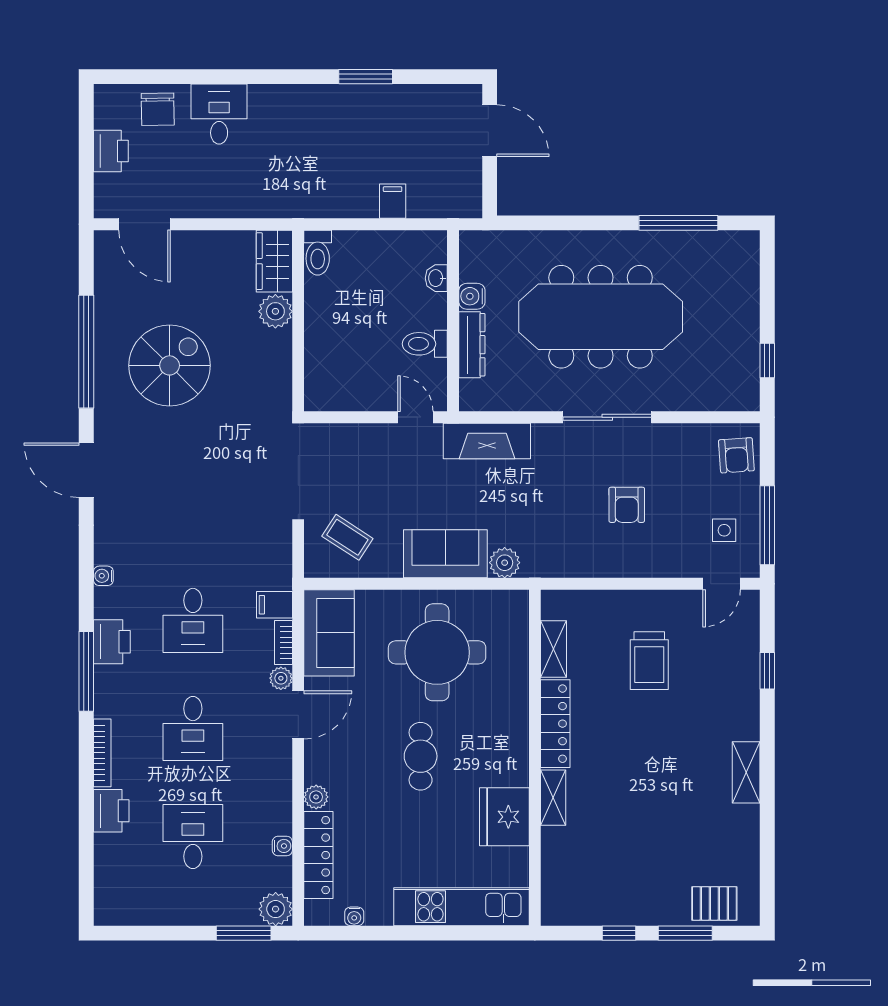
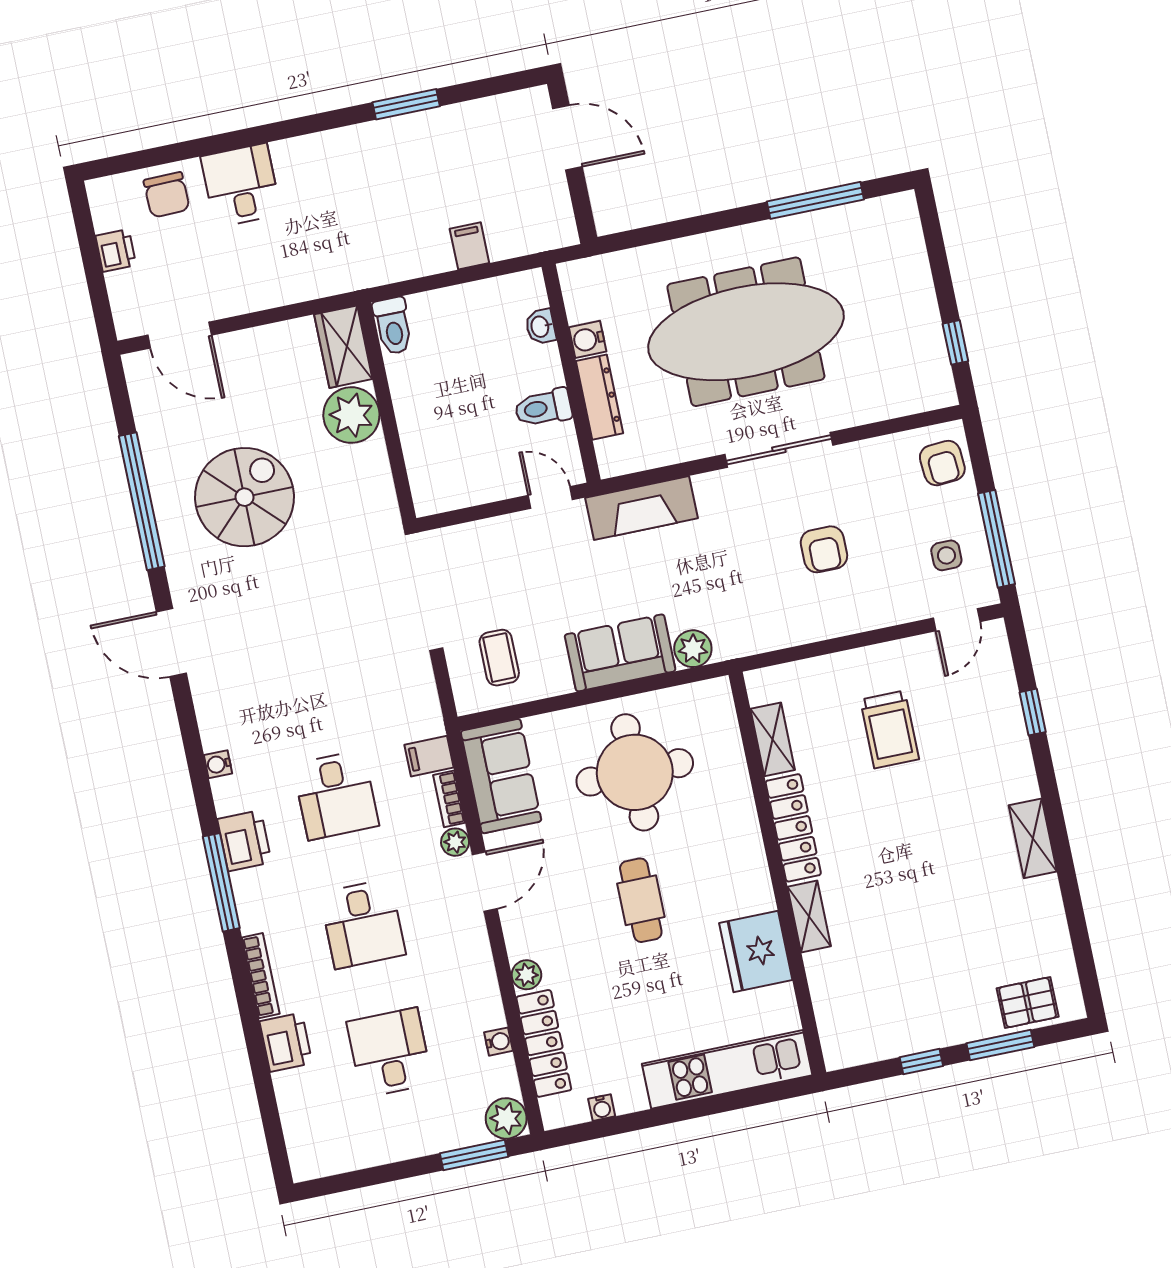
printer: (111, 151) -> (116, 250), width x0.73, depth x0.81
plant: (275, 311) -> (351, 415), width x1.36, depth x1.36
coffee table: (347, 537) -> (499, 658), turned 57

